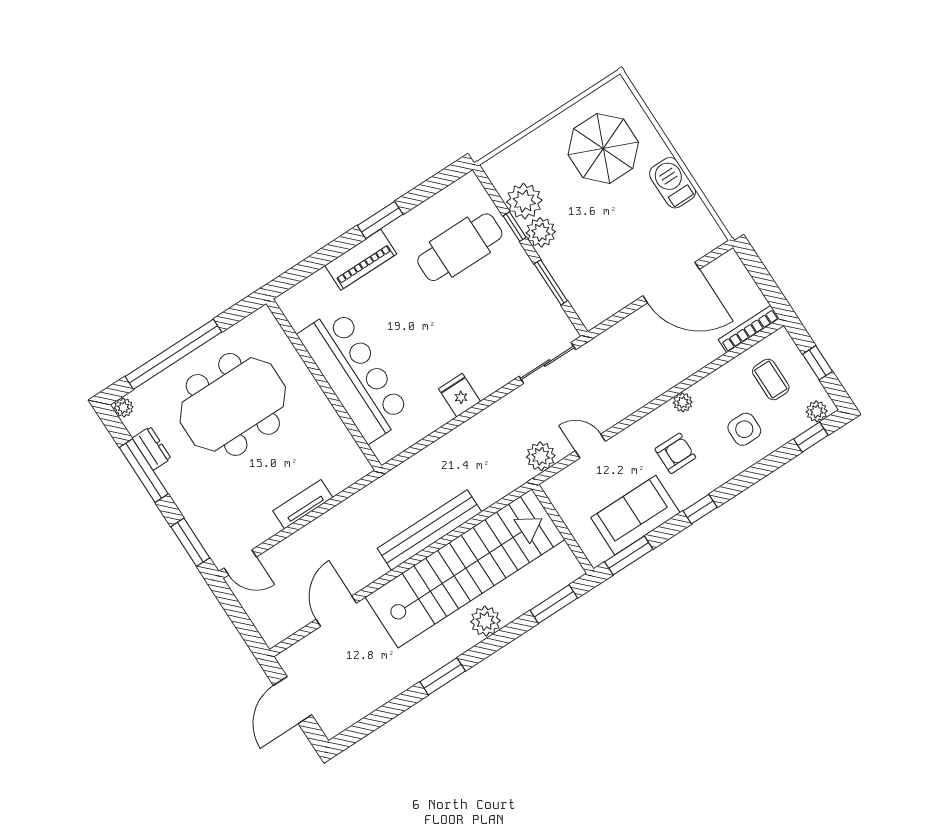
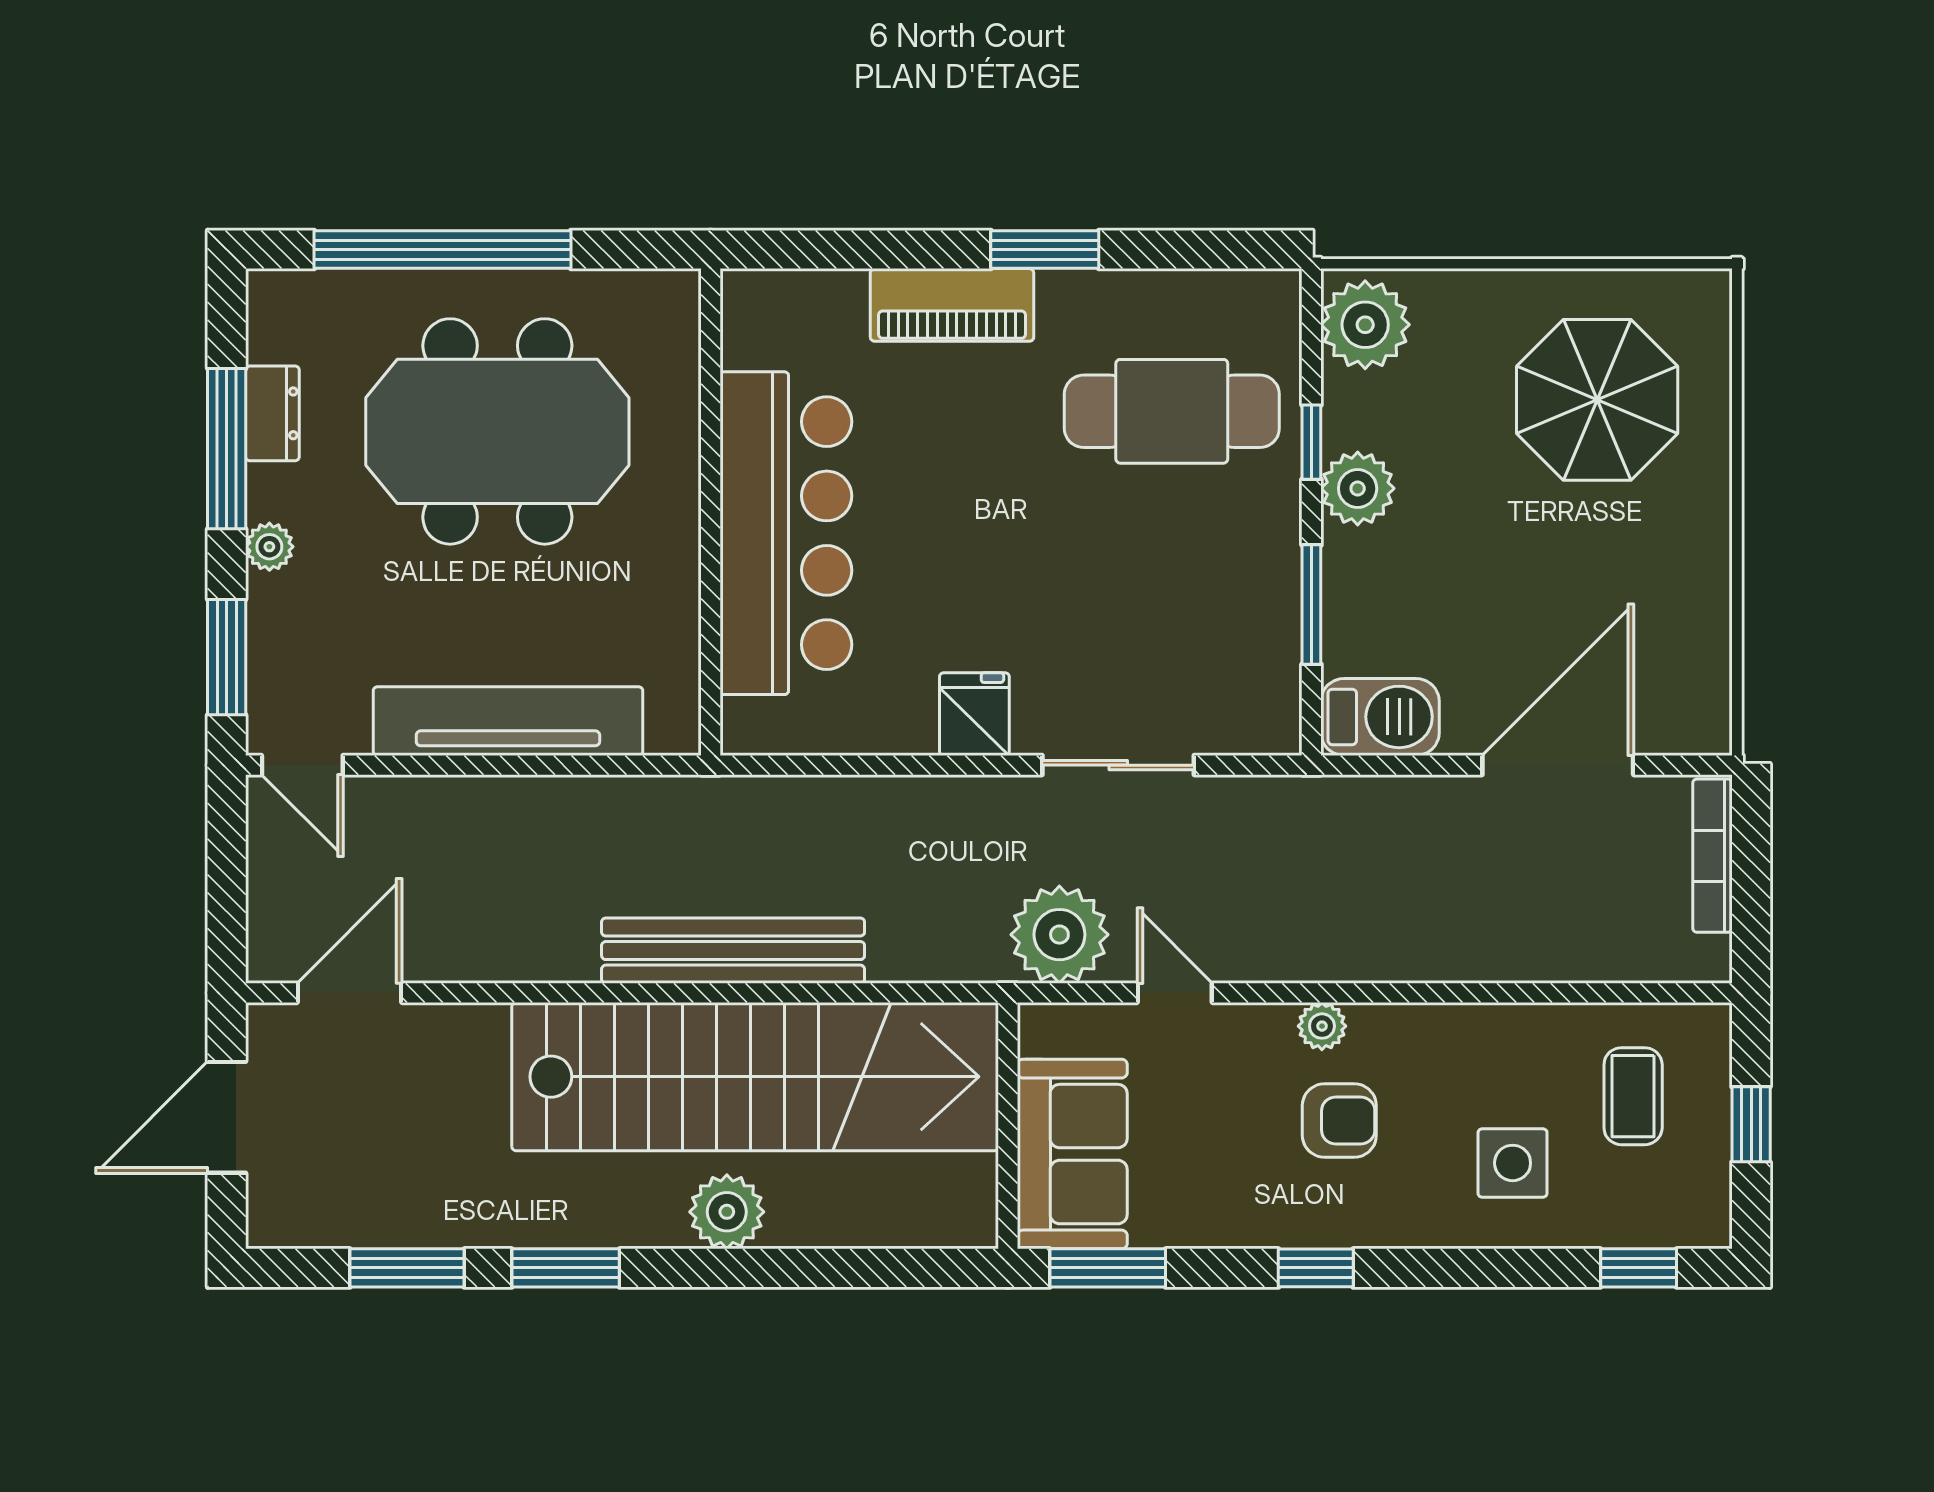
barbecue: (673, 183) -> (1380, 717), moved, turned 90
plant: (524, 201) -> (1365, 325), moved
door: (671, 283) -> (1558, 765), swing flipped
bookcase: (749, 329) -> (1712, 856), moved, turned -90
sliding door: (547, 363) -> (1118, 765), moved
plant: (683, 402) -> (1322, 1026), moved
plant: (124, 407) -> (269, 547), moved
plant: (817, 411) -> (1685, 1223), removed
plant: (541, 456) -> (1059, 935), width x1.36, depth x1.36
tv unit: (303, 504) -> (508, 721), width x1.92, depth x1.29
sofa: (635, 515) -> (1072, 1154), moved, turned 90
window: (554, 604) -> (407, 1268), moved
door: (336, 611) -> (349, 993), moved

